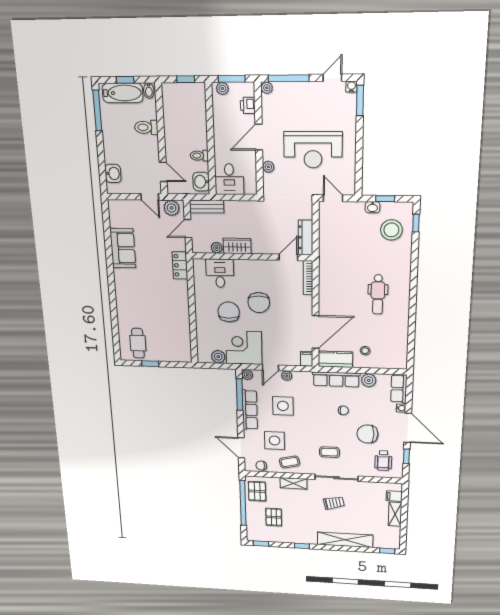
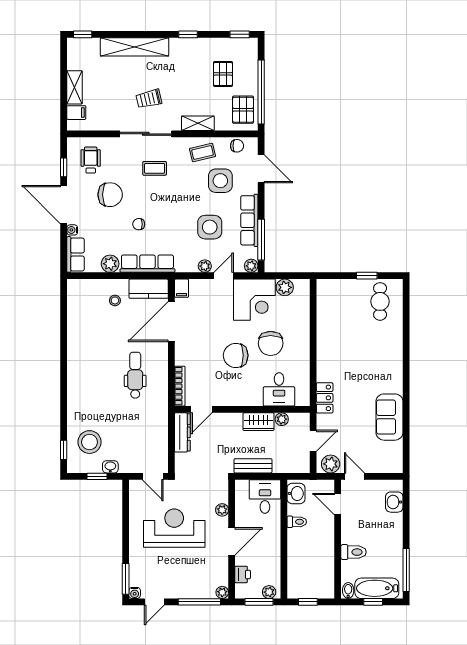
bench: (207, 207) -> (253, 466), moved
dental chair: (378, 294) -> (135, 375), moved
chair: (259, 303) -> (236, 355), turned -90

